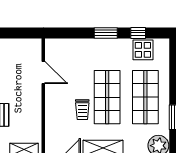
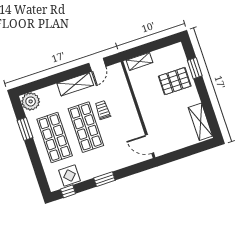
window: (138, 33) -> (68, 191), moved
door: (43, 73) -> (150, 144), moved

